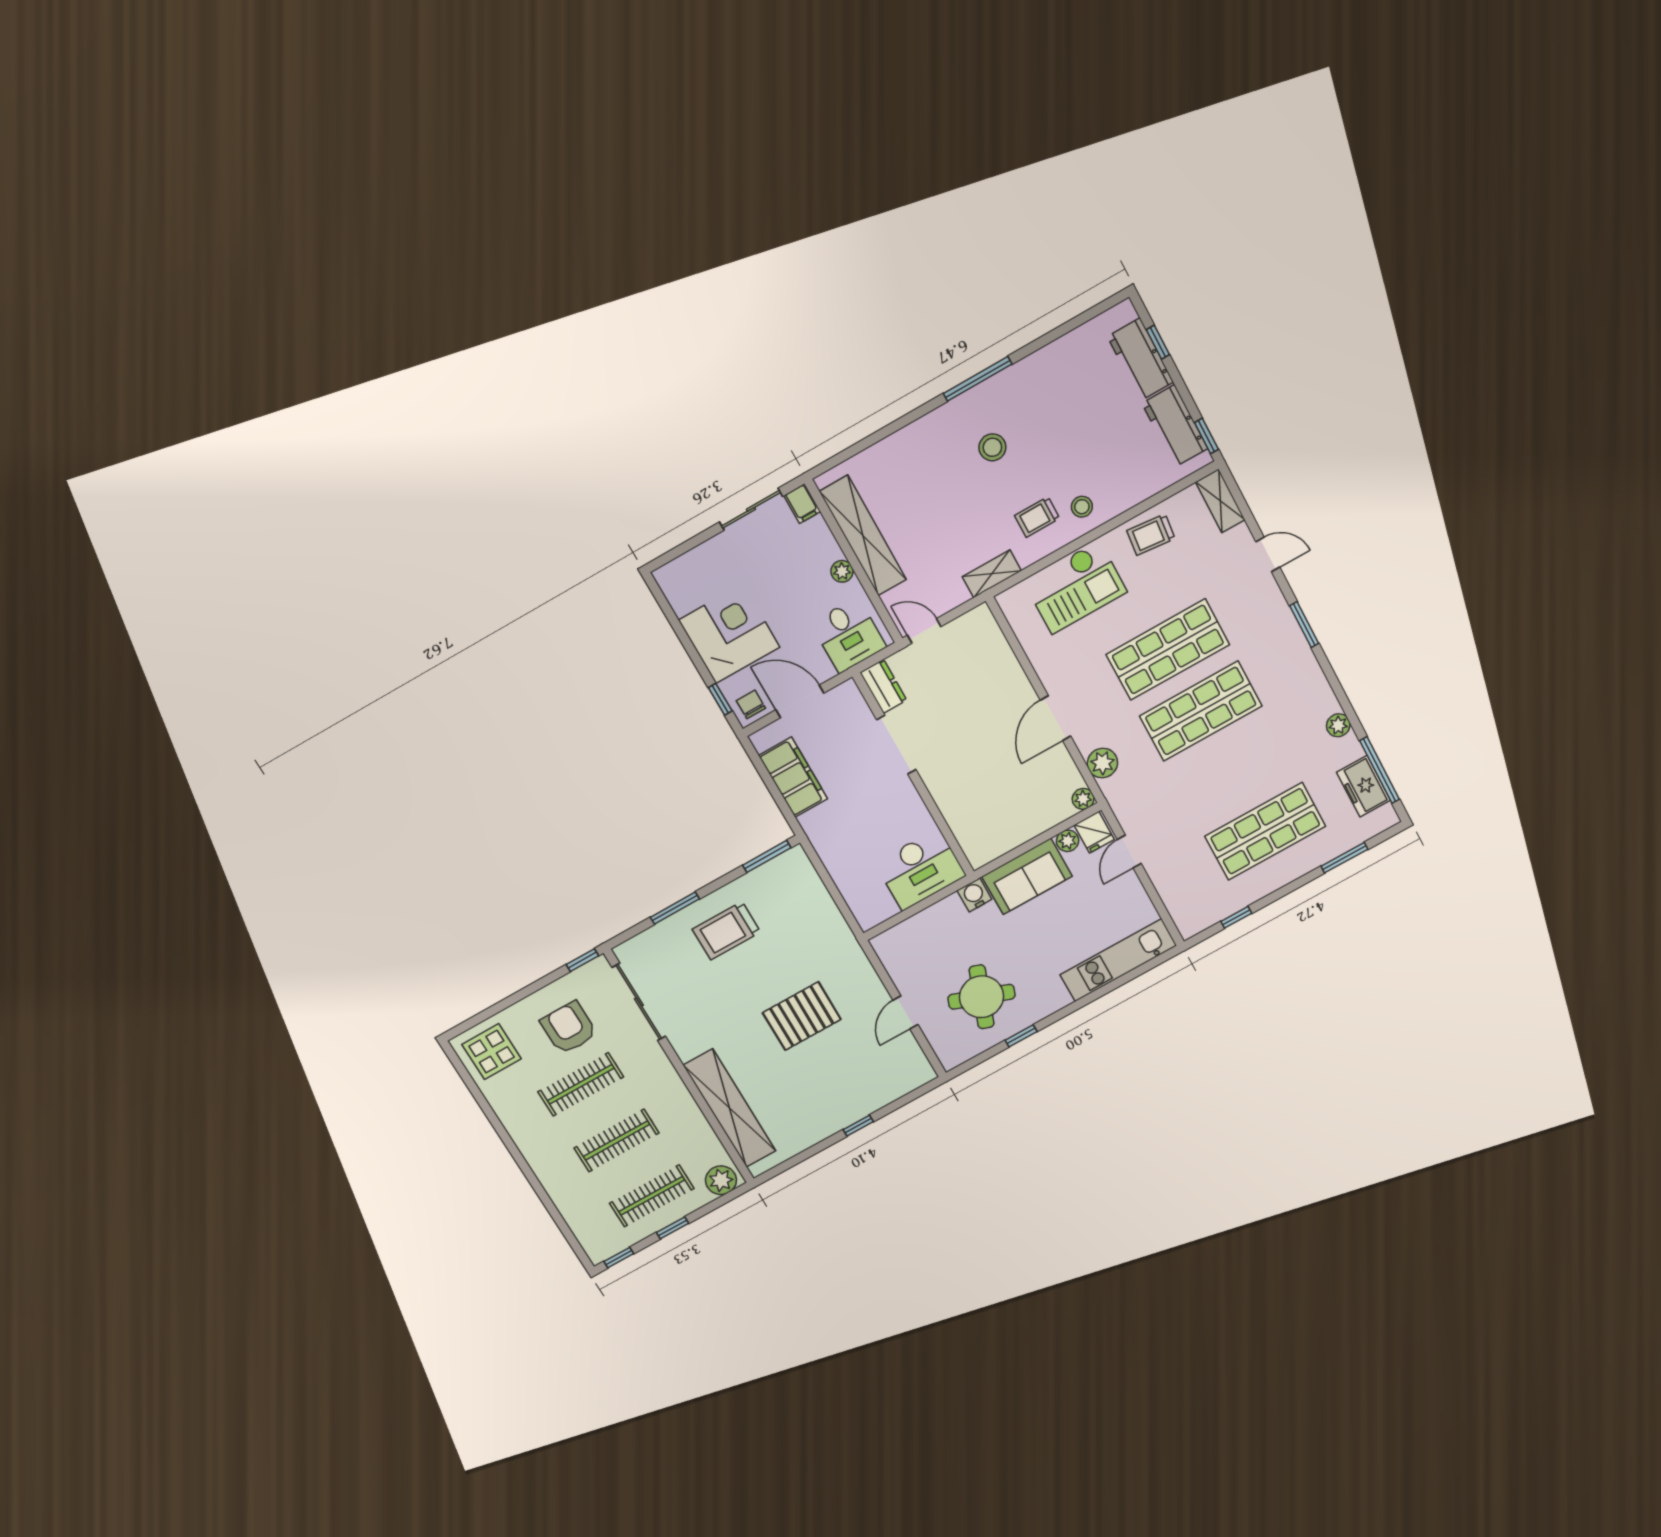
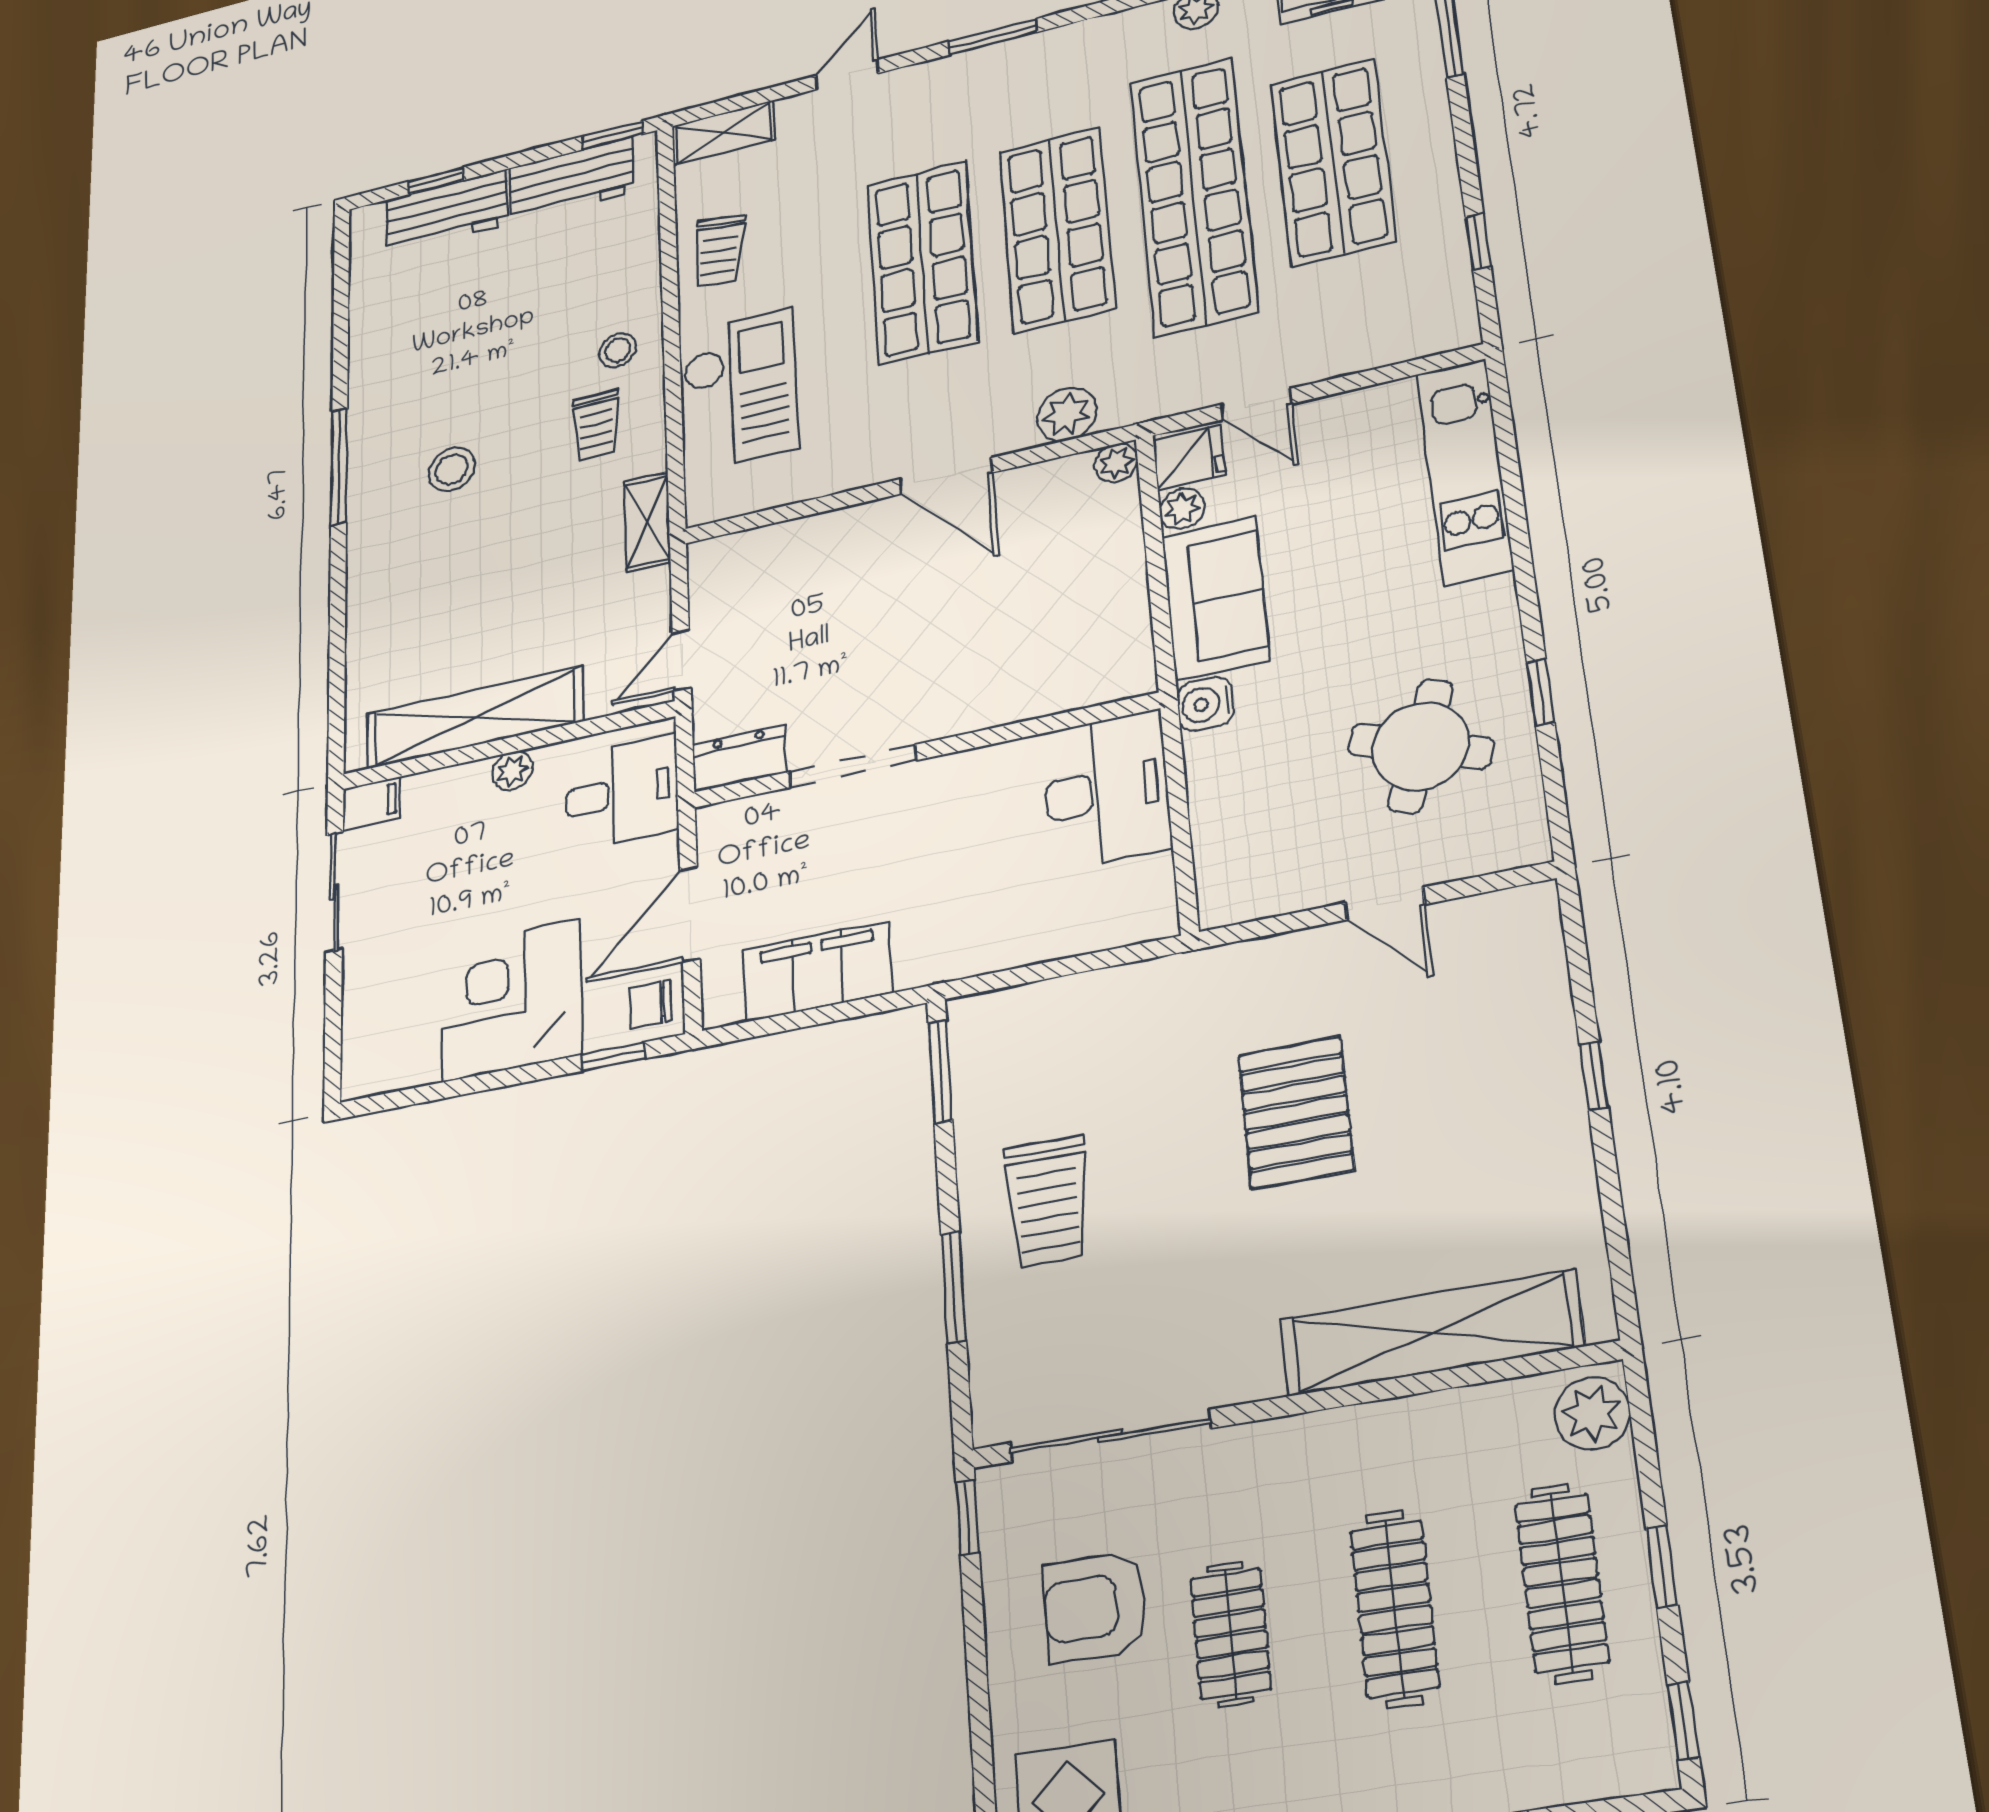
shop shelf: (1233, 772) -> (1194, 196), added
clothes rail: (581, 1084) -> (1231, 1634), width x0.73

